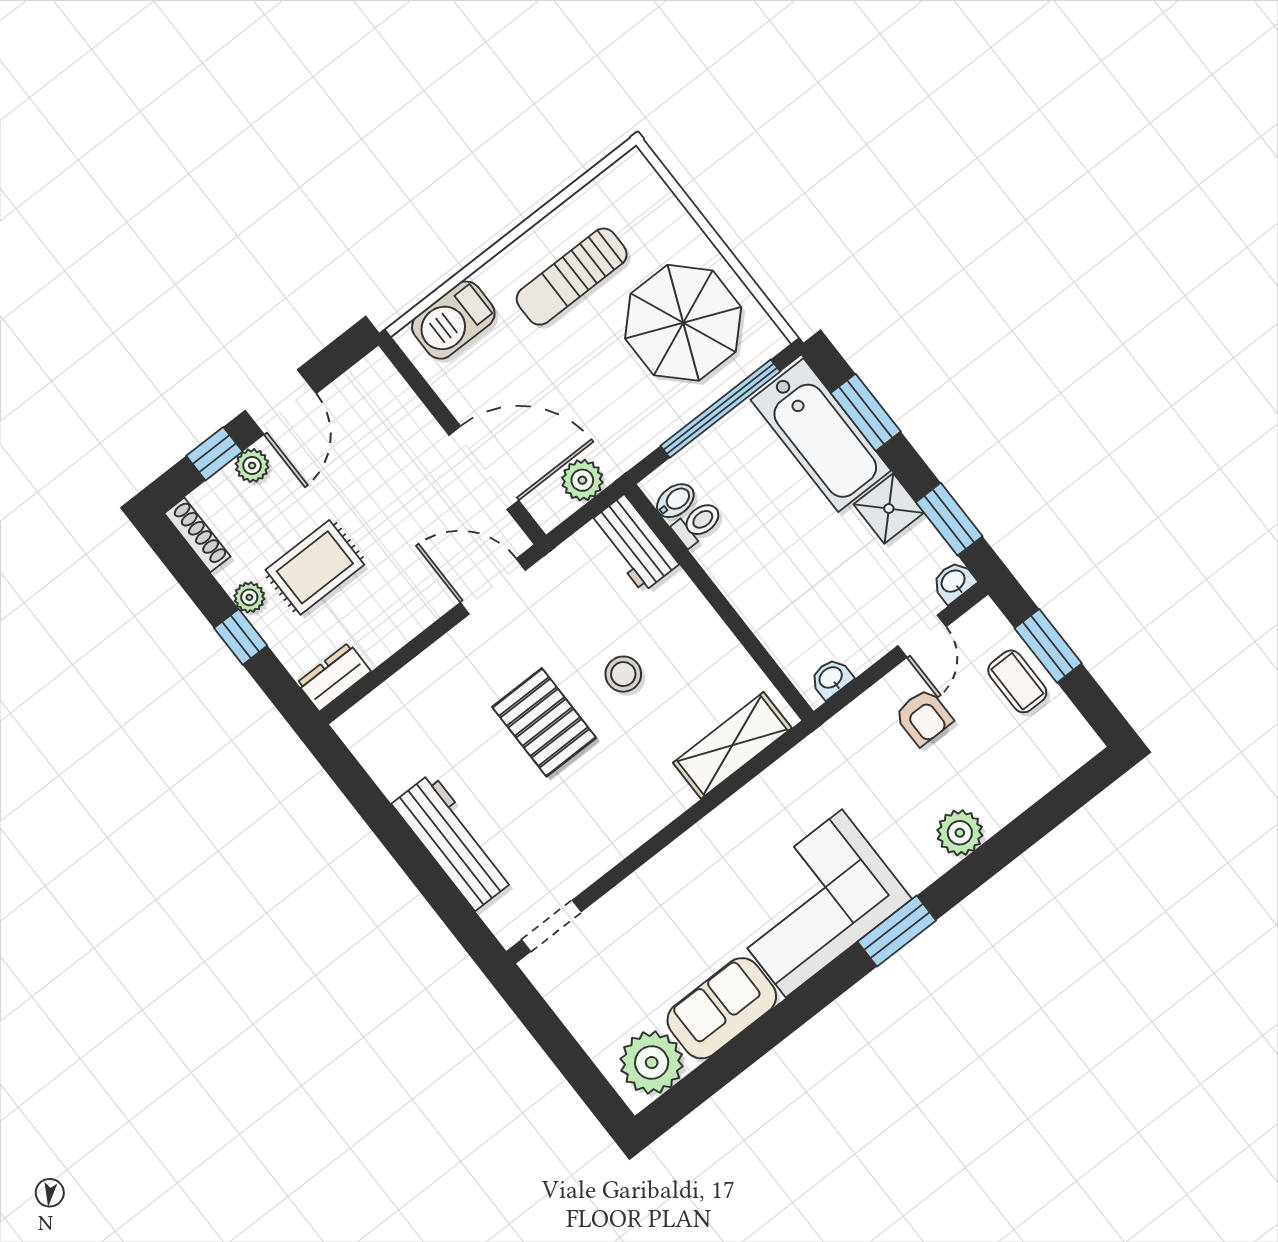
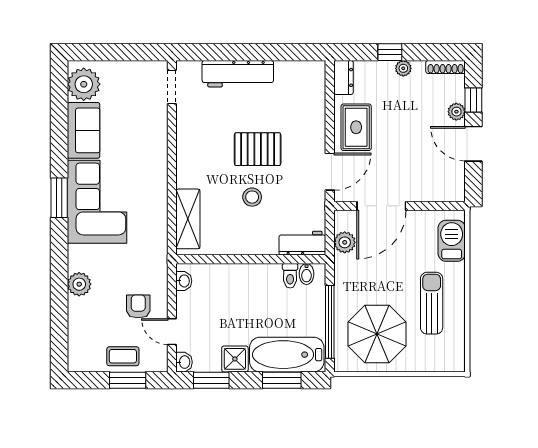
rug: (315, 567) -> (356, 127), moved
armchair: (924, 717) -> (138, 306), turned 90
window: (897, 931) -> (59, 198), moved

